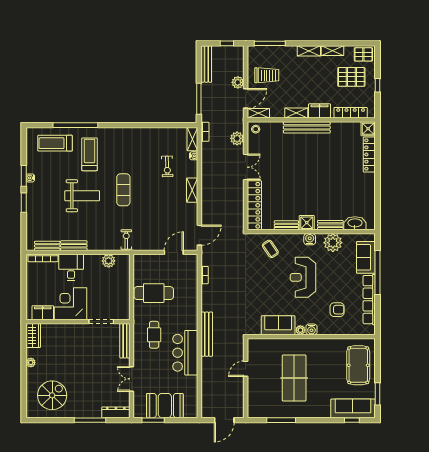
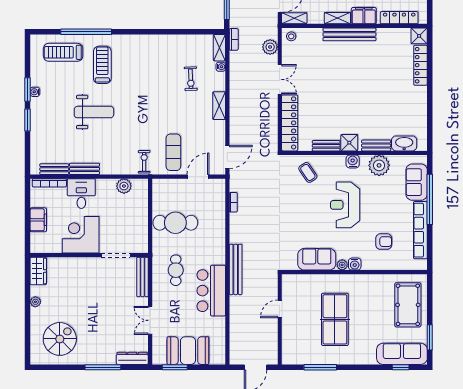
exercise mat: (123, 190) -> (173, 152), moved
filing cabinet: (43, 313) -> (38, 220), moved, turned 90

